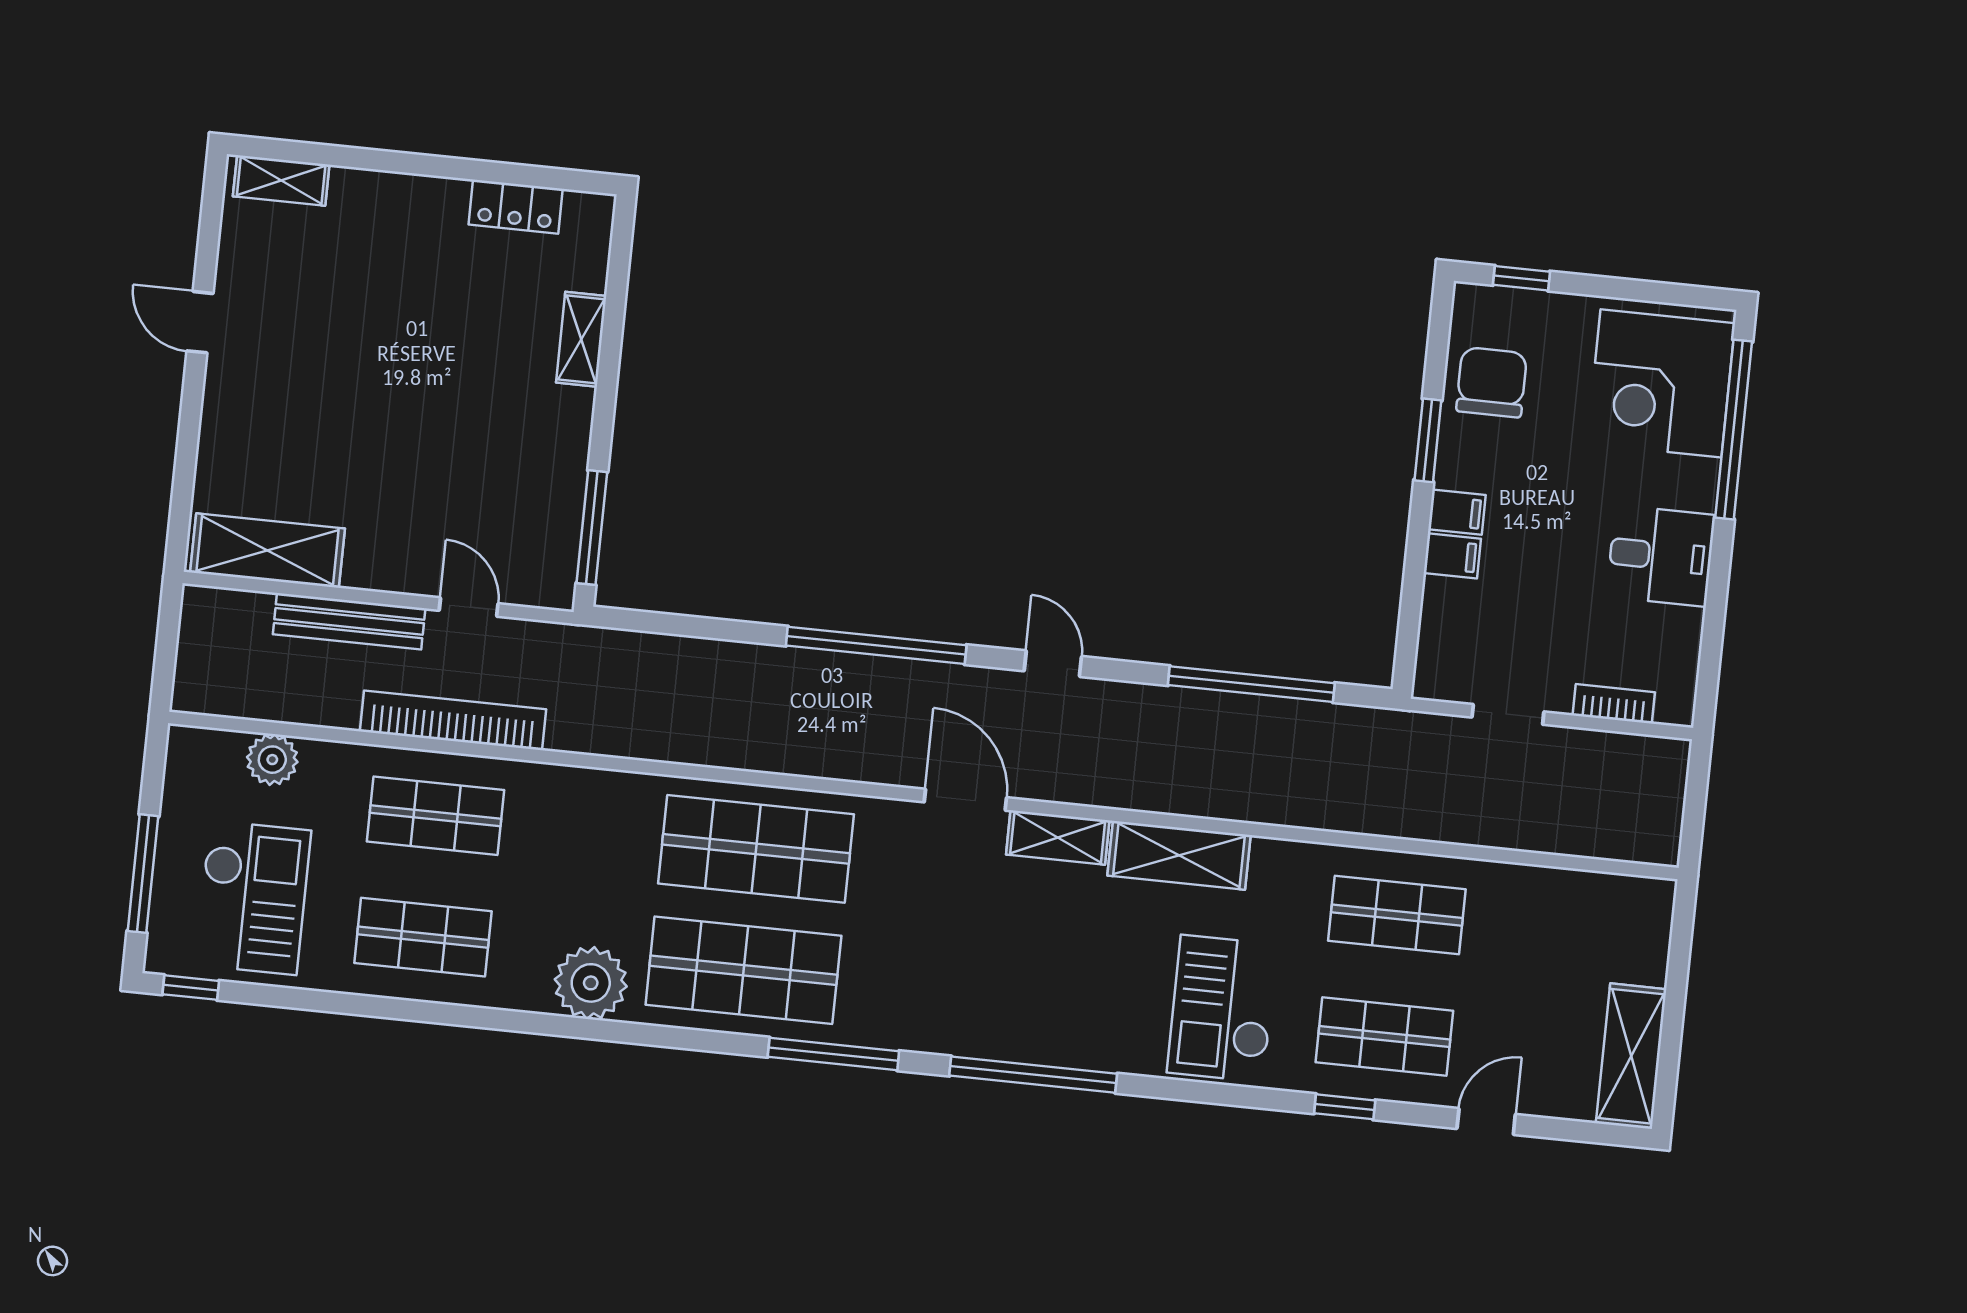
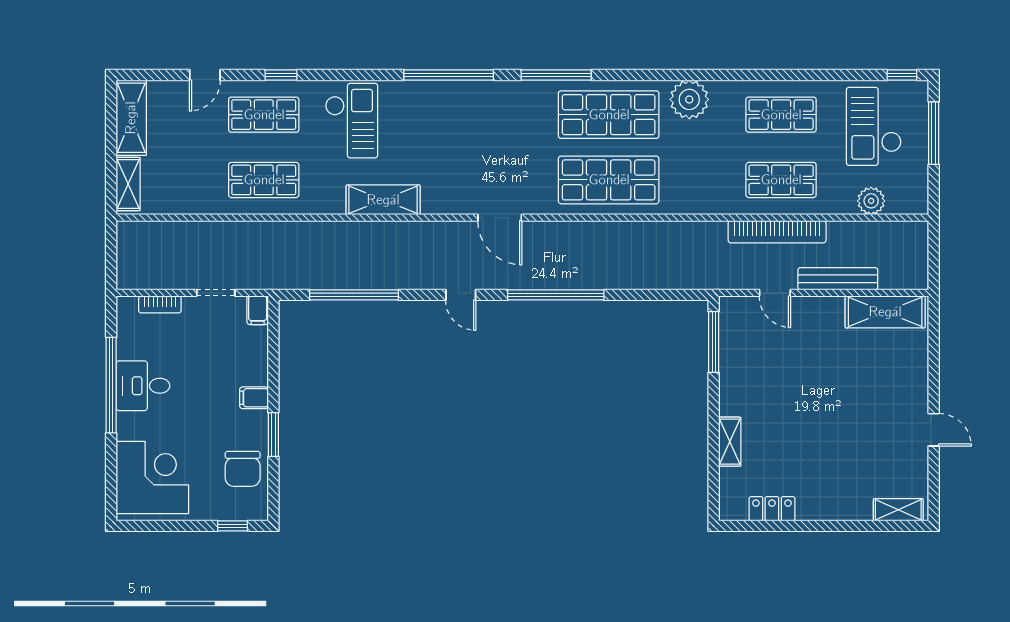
window: (1734, 430) -> (111, 385), moved
filing cabinet: (1452, 556) -> (258, 310), moved, turned -90
shelving: (1058, 837) -> (128, 184), moved, turned 90

